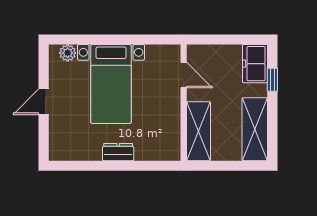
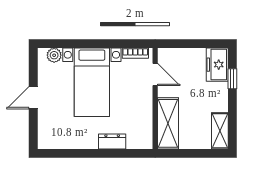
bookcase: (161, 50) -> (135, 53), added
shelving: (255, 129) -> (220, 131), width x0.67, depth x0.75
dresser: (118, 152) -> (112, 142), moved

